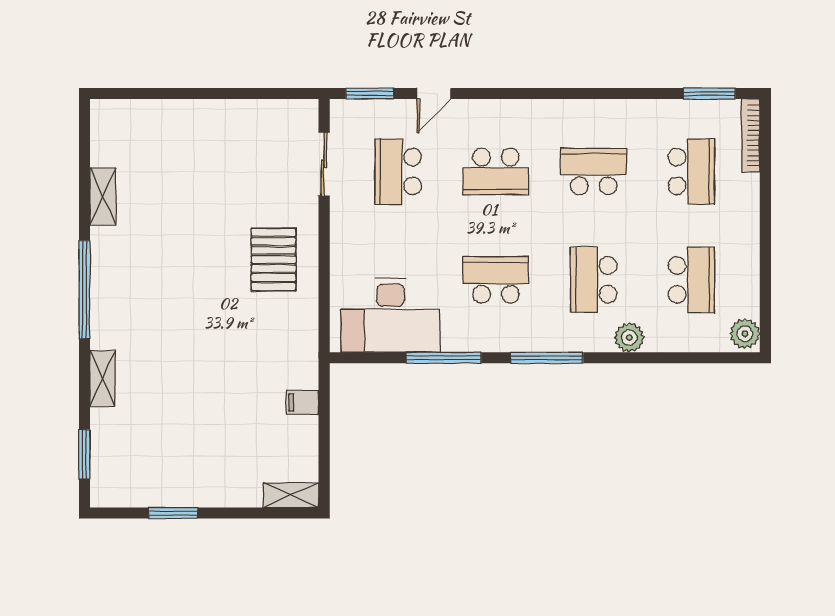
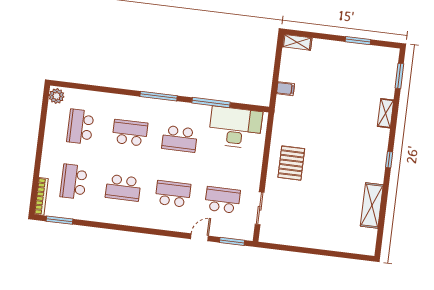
school desk: (398, 171) -> (222, 200), turned -90
shelving: (103, 196) -> (372, 205), width x1.50, depth x1.33
school desk: (594, 280) -> (130, 133), turned -90
window: (84, 290) -> (389, 160), width x0.32
plant: (629, 338) -> (115, 101), removed

